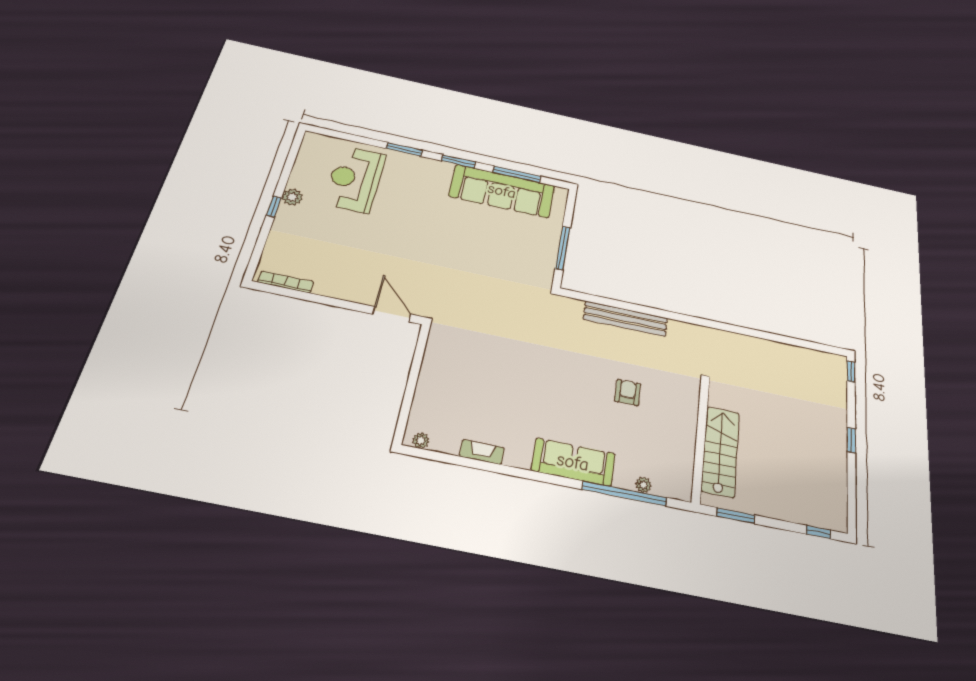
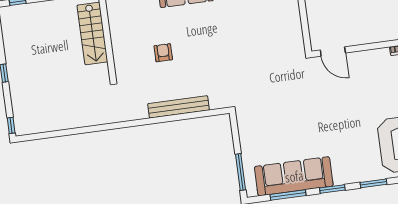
window: (563, 248) -> (240, 172), moved
armchair: (628, 392) -> (163, 53), turned 180

